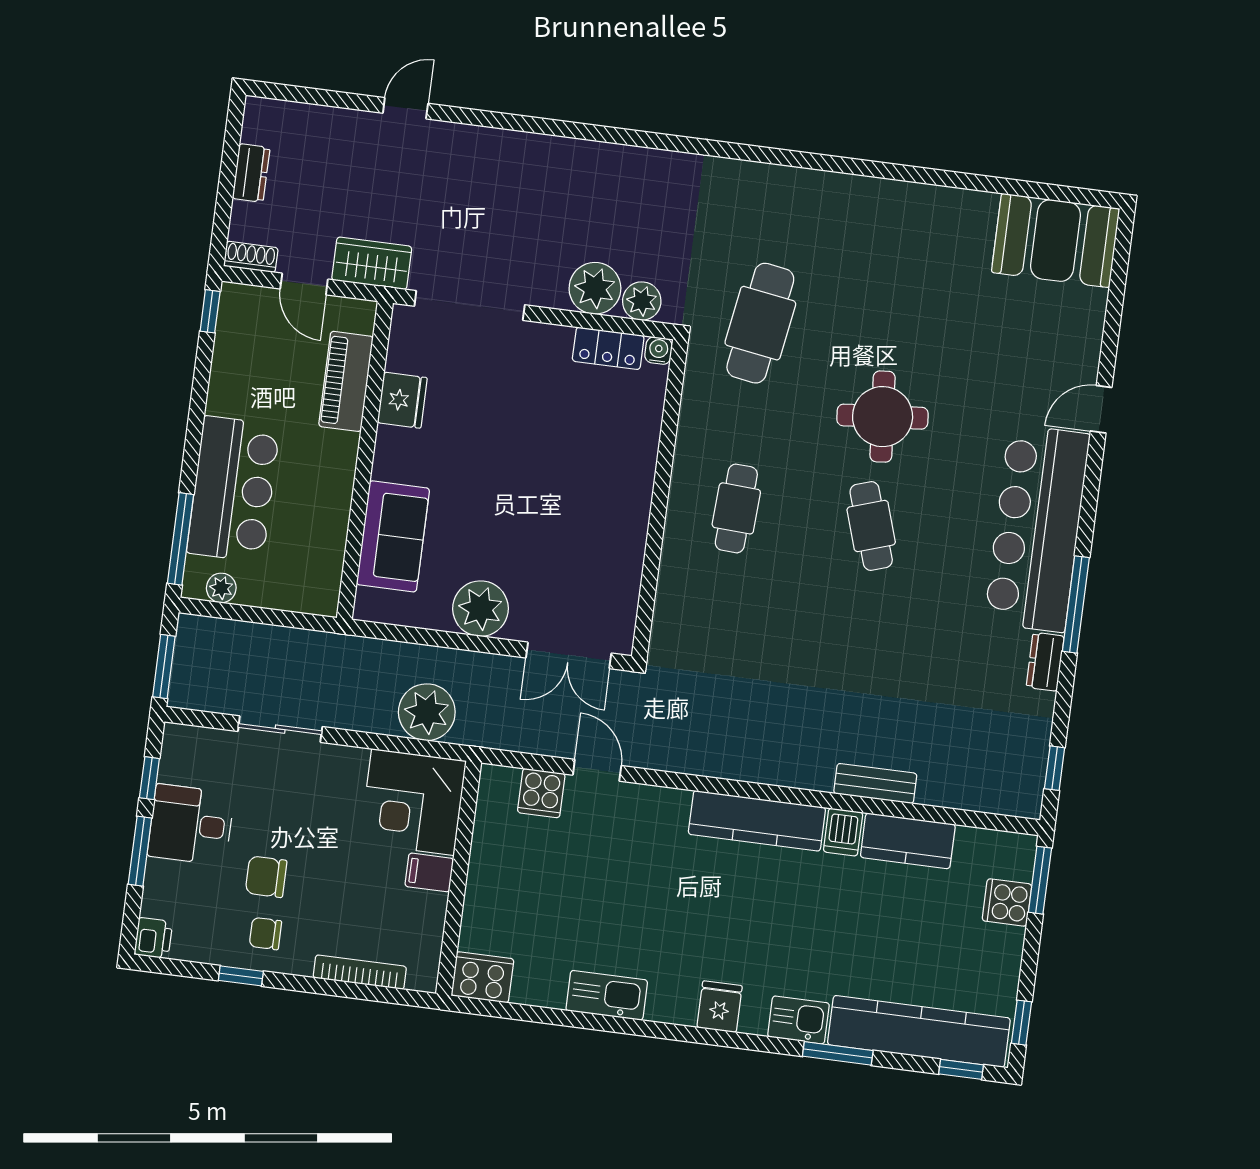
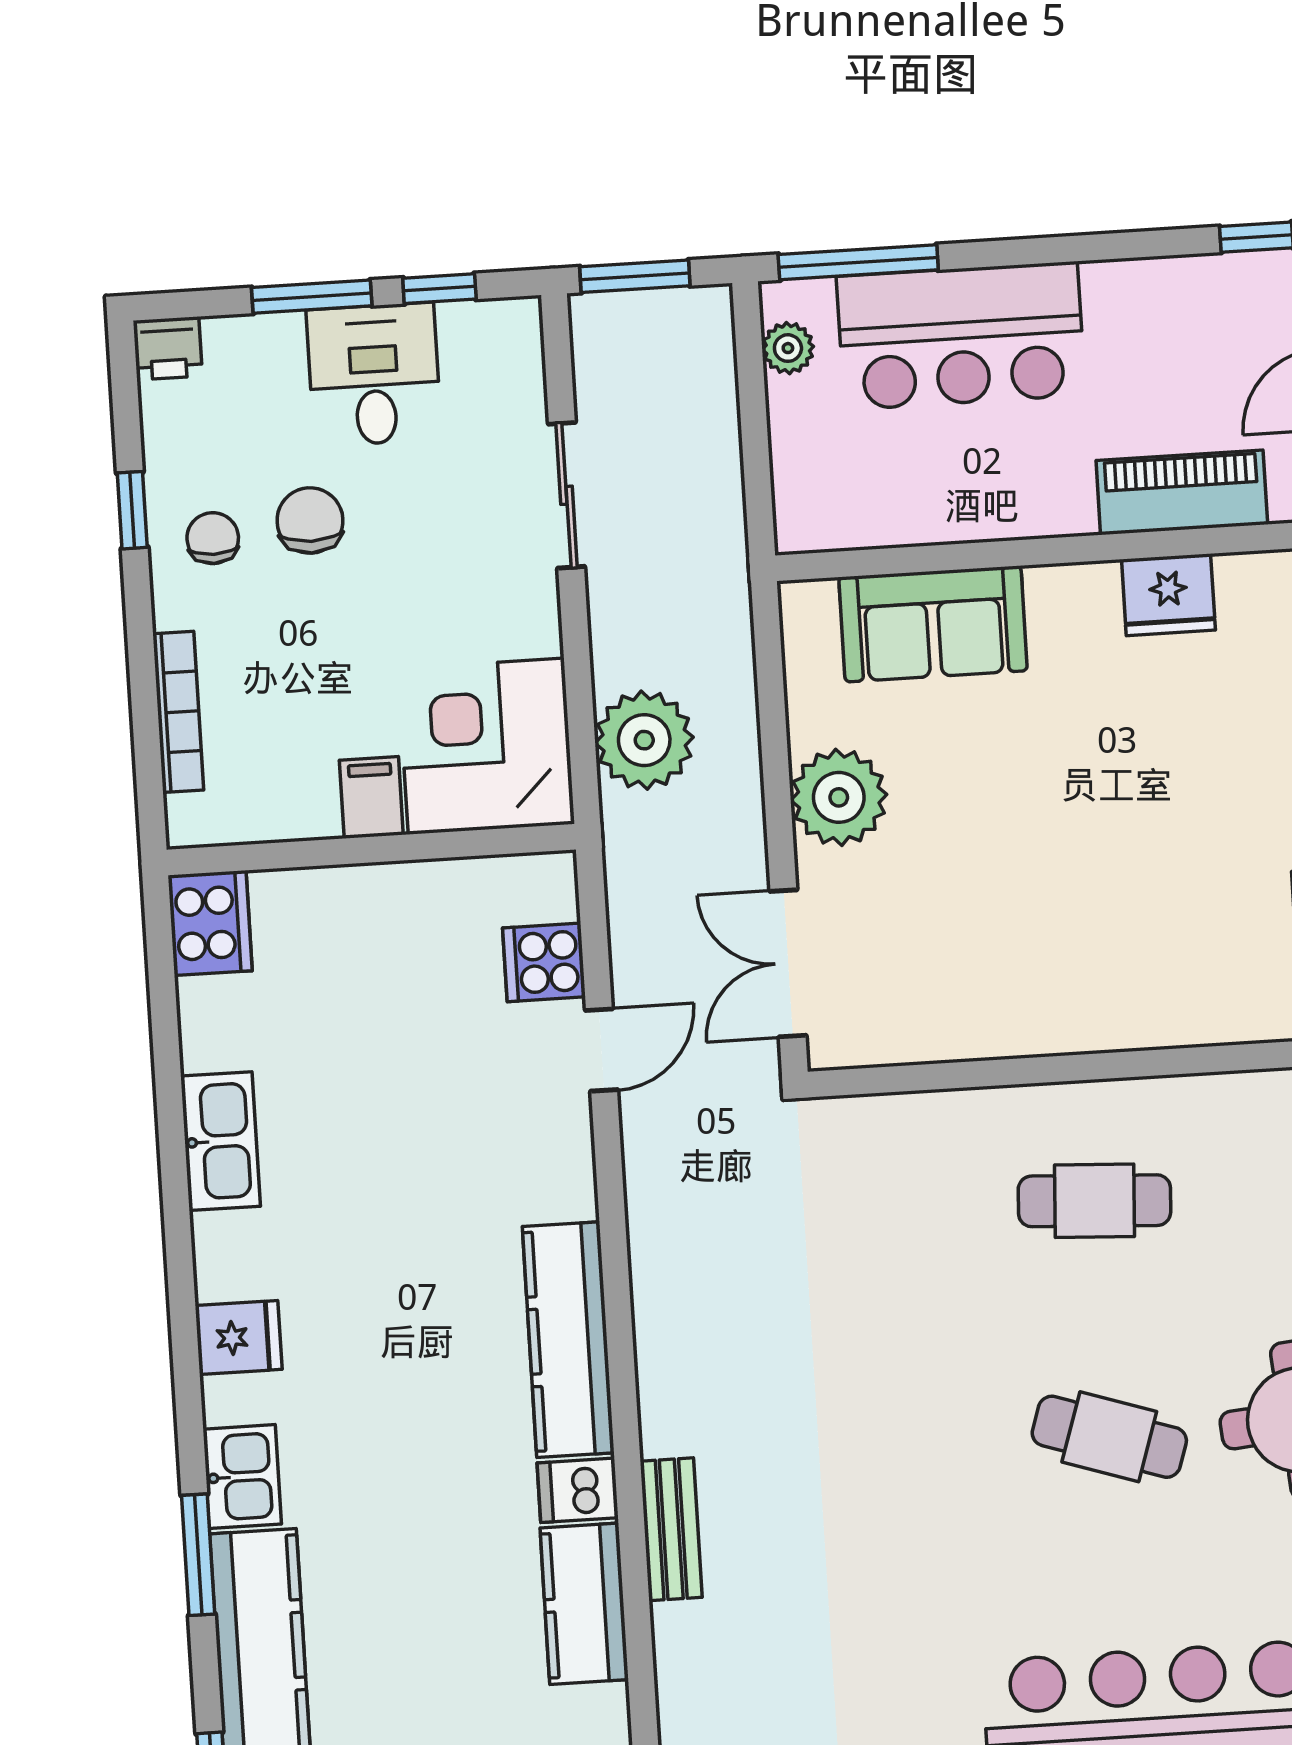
cafe table: (871, 526) -> (1109, 1437), turned 36

